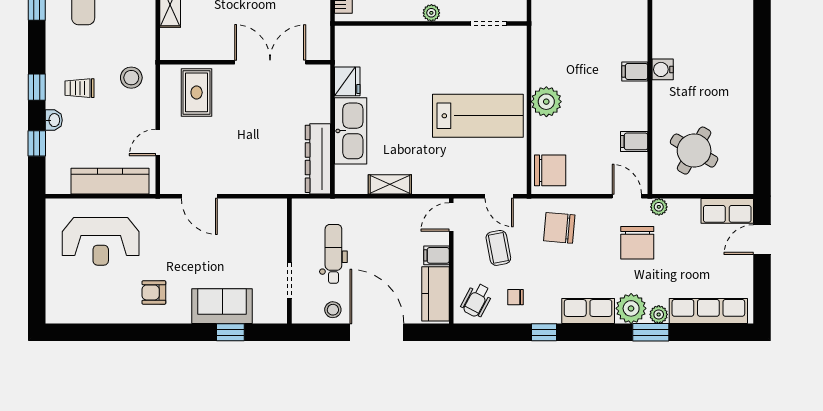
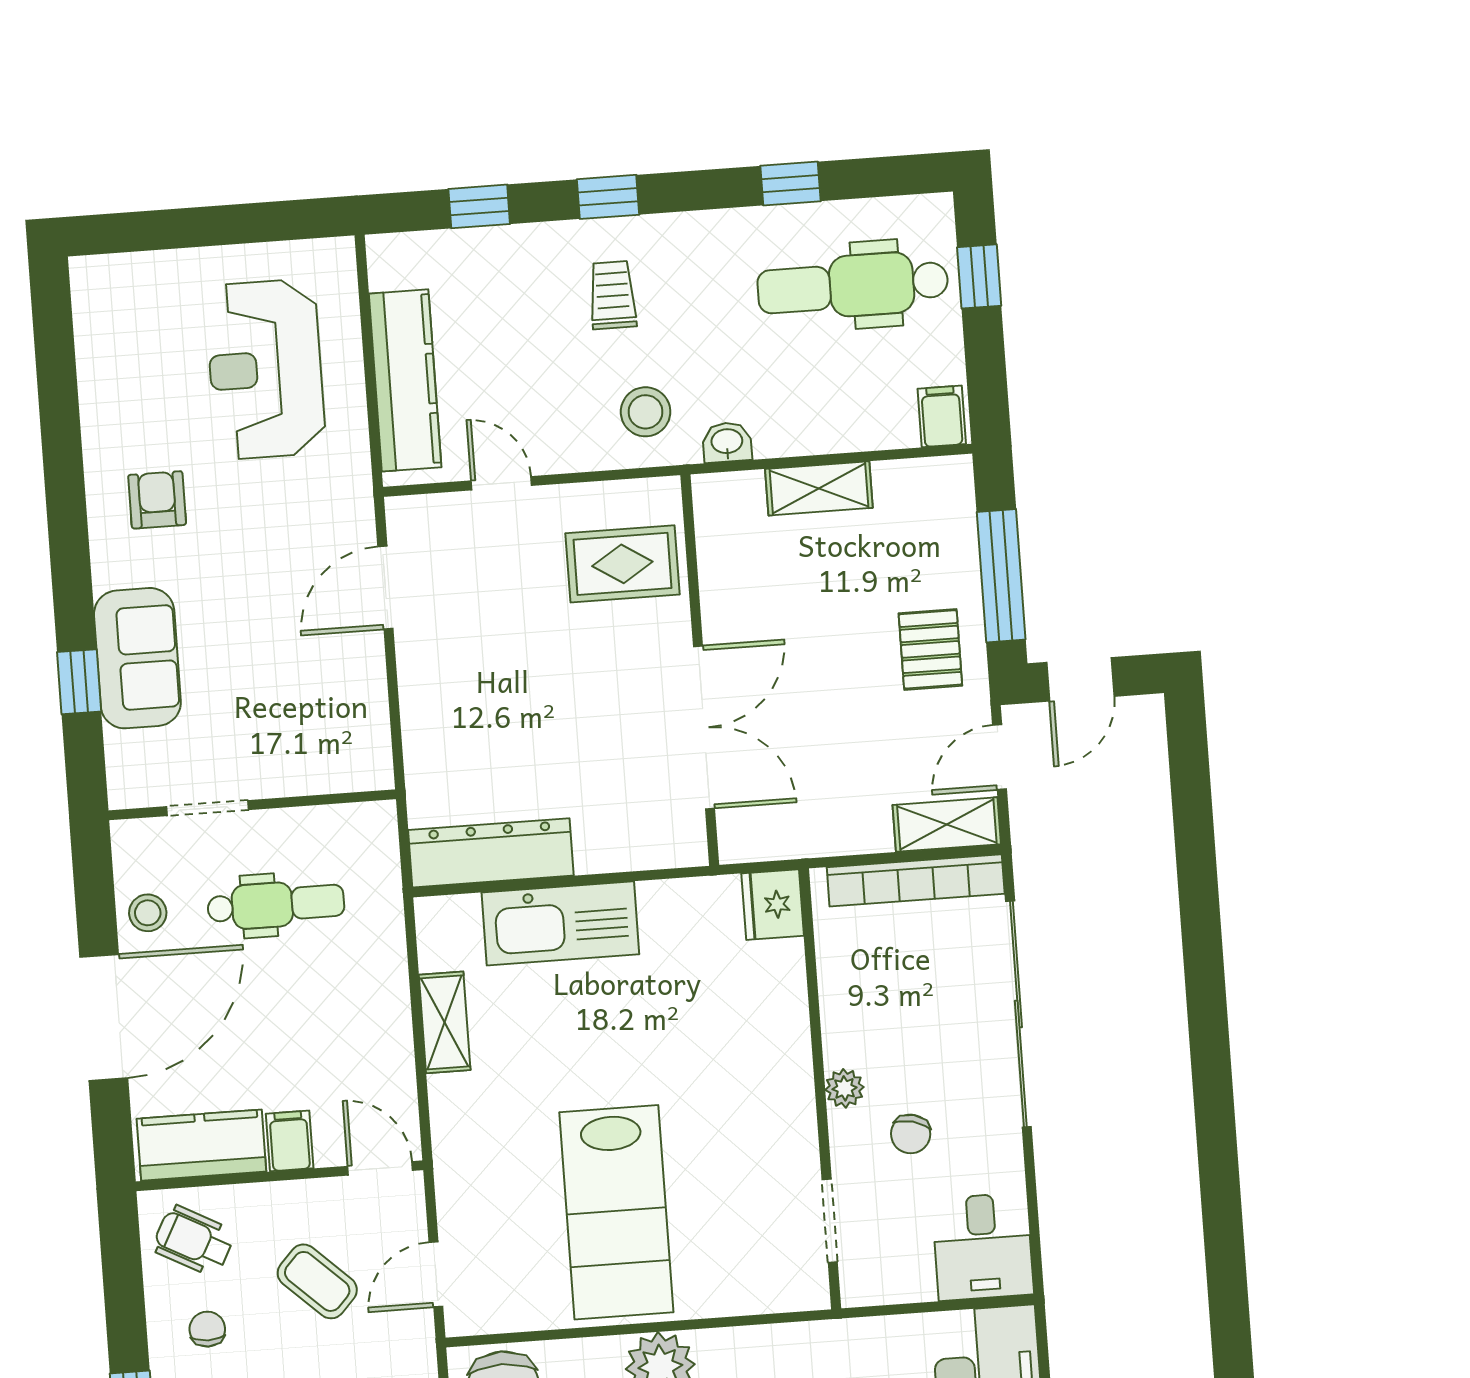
fridge: (347, 81) -> (773, 905), moved, turned 90
washbasin: (54, 120) -> (727, 442), moved, turned 180
coffee table: (498, 248) -> (317, 1281), turned 54

